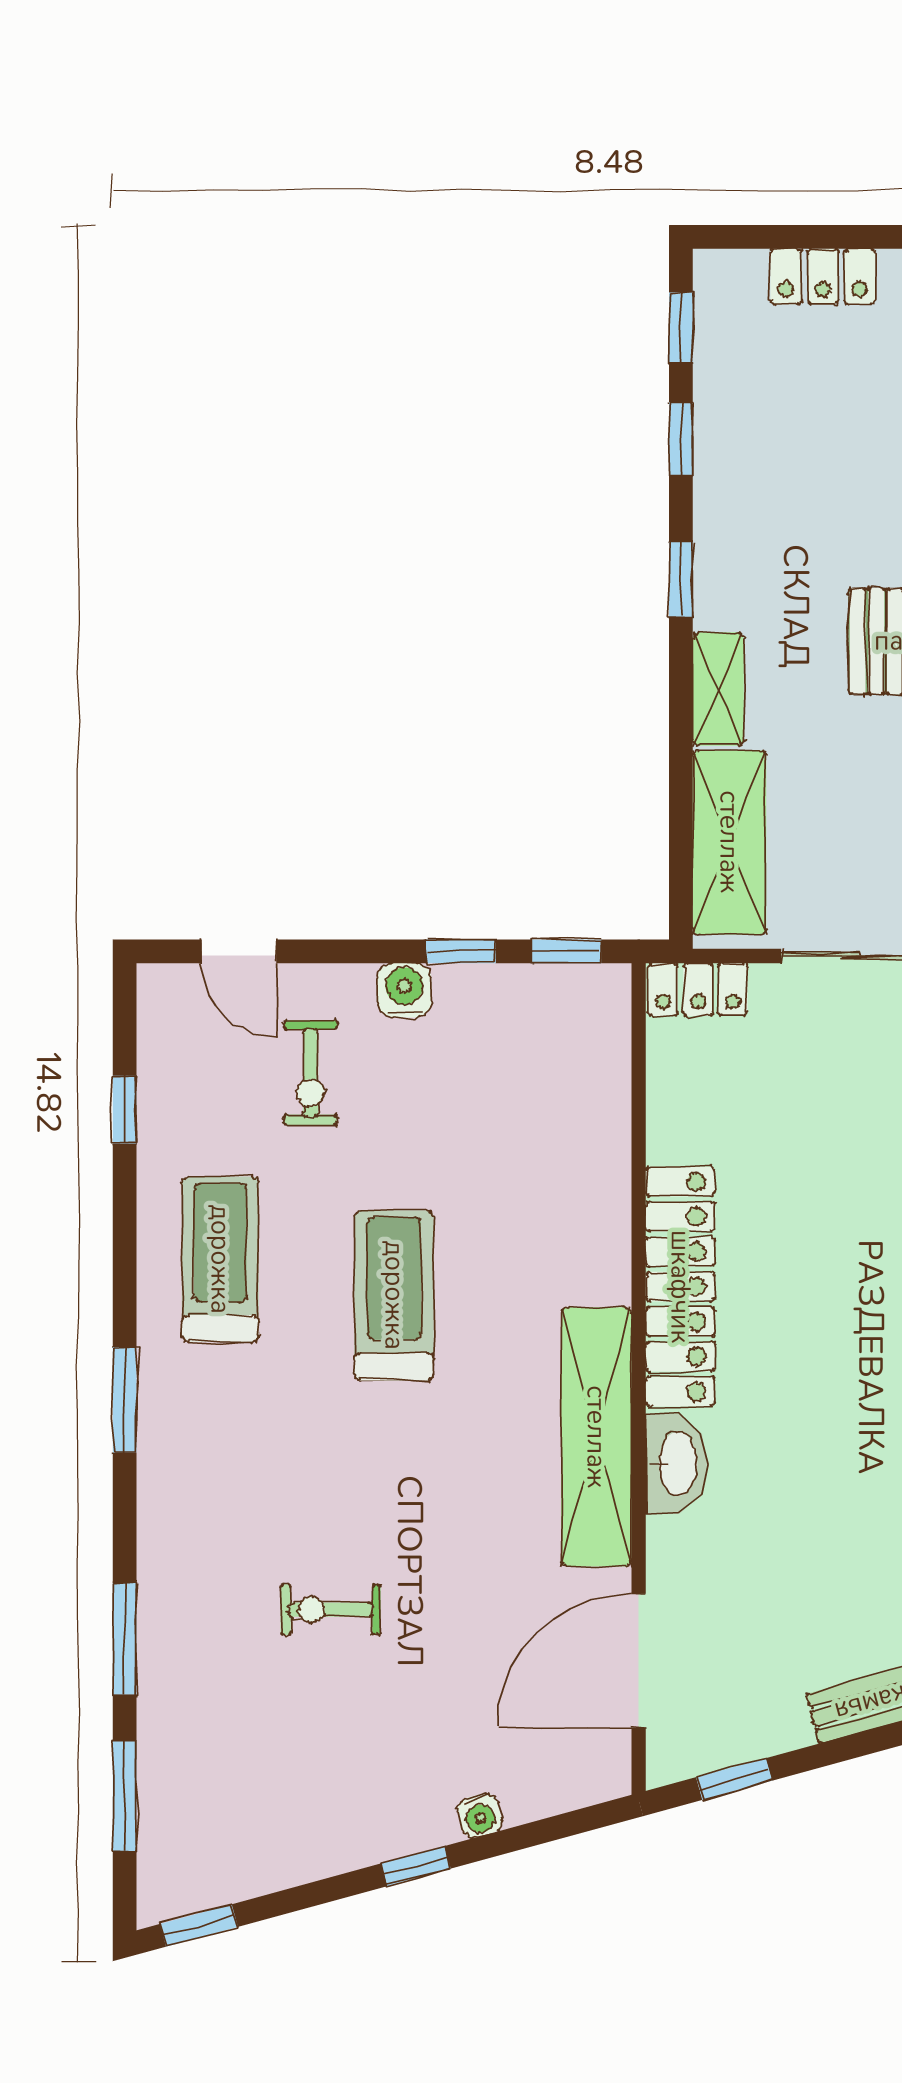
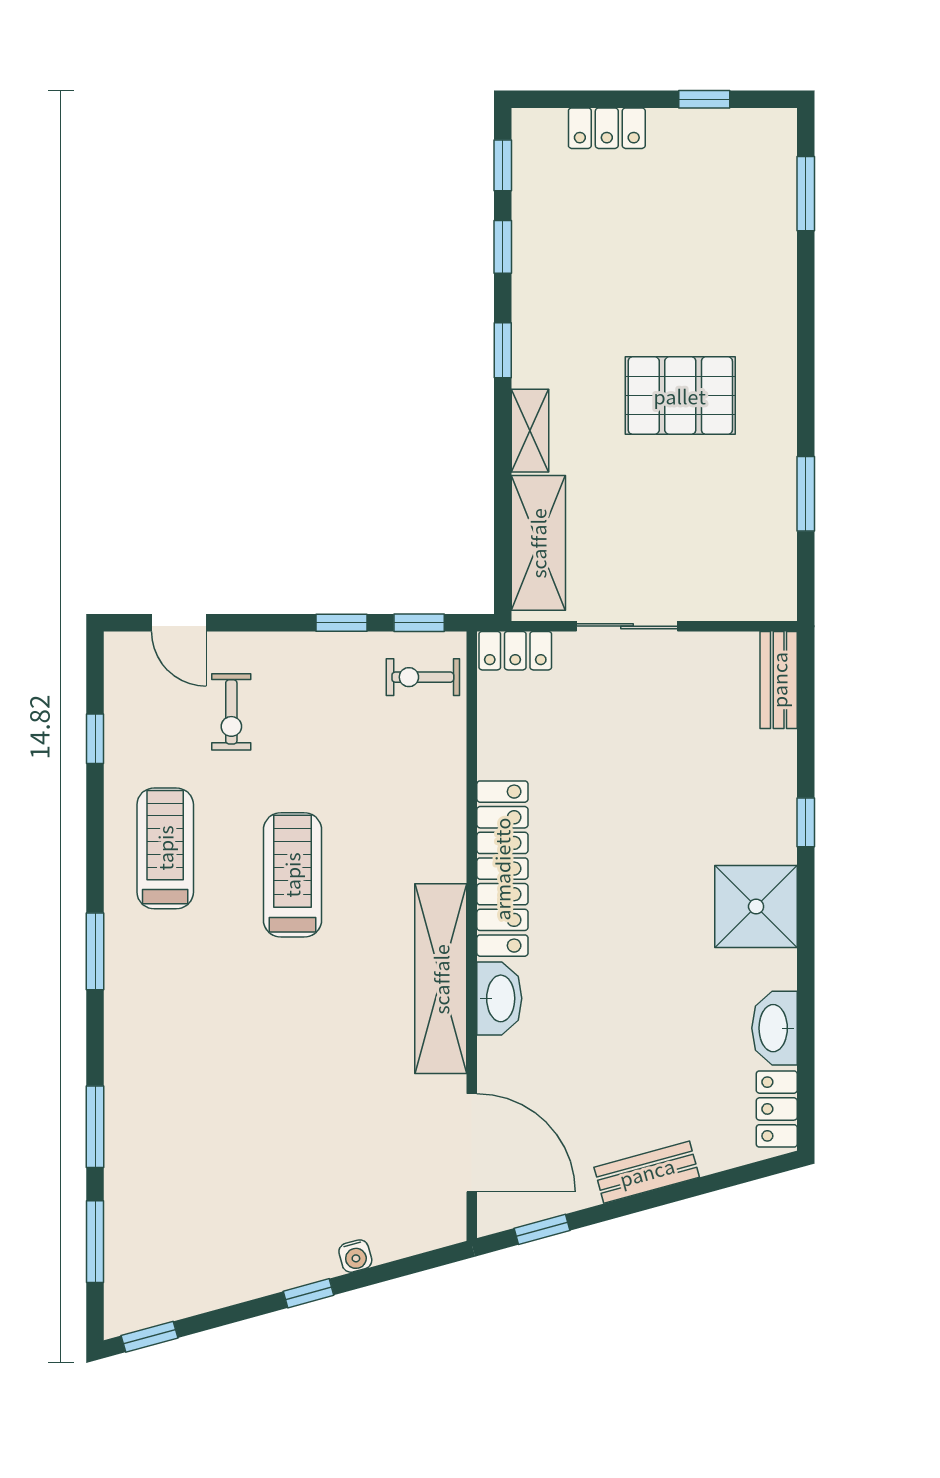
water cooler: (404, 990) -> (300, 651), removed
exercise bike: (331, 1610) -> (423, 677), moved
door: (639, 1661) -> (472, 1143), swing flipped

